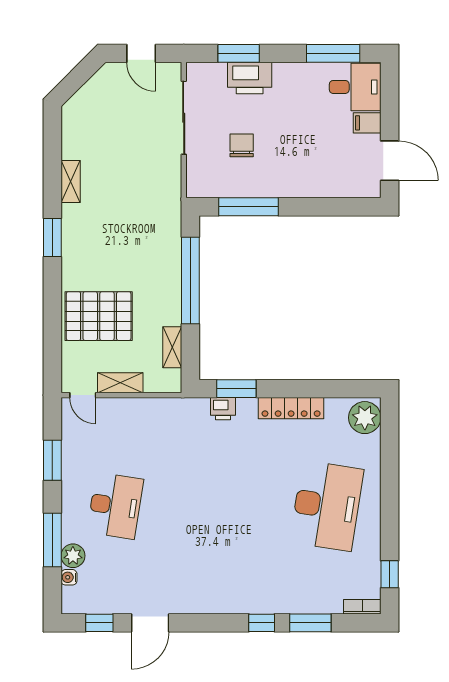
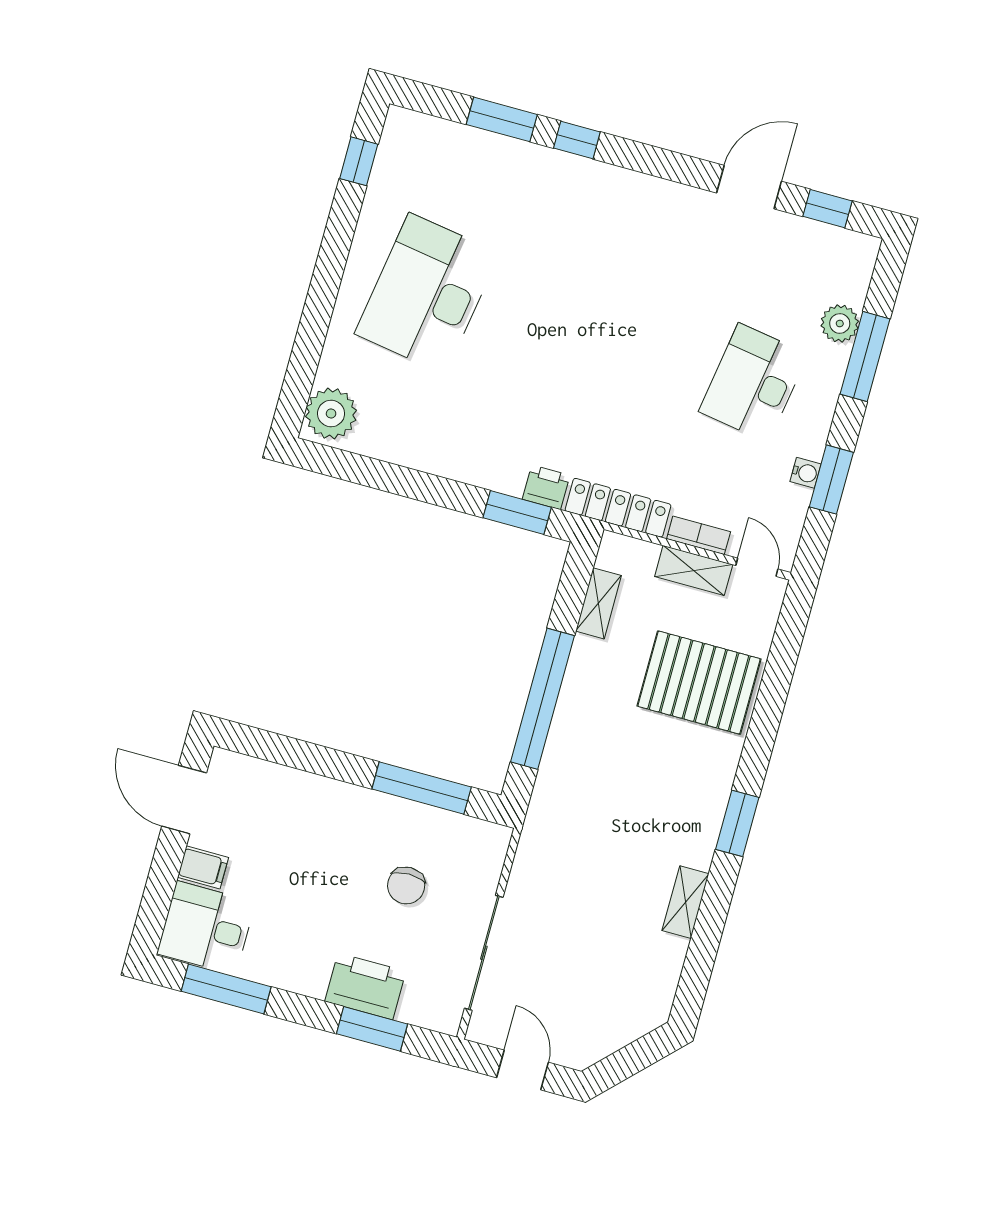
locker: (291, 408) -> (618, 508), moved
water cooler: (69, 577) -> (806, 473), moved
bookcase: (362, 607) -> (699, 535), moved, turned 180

